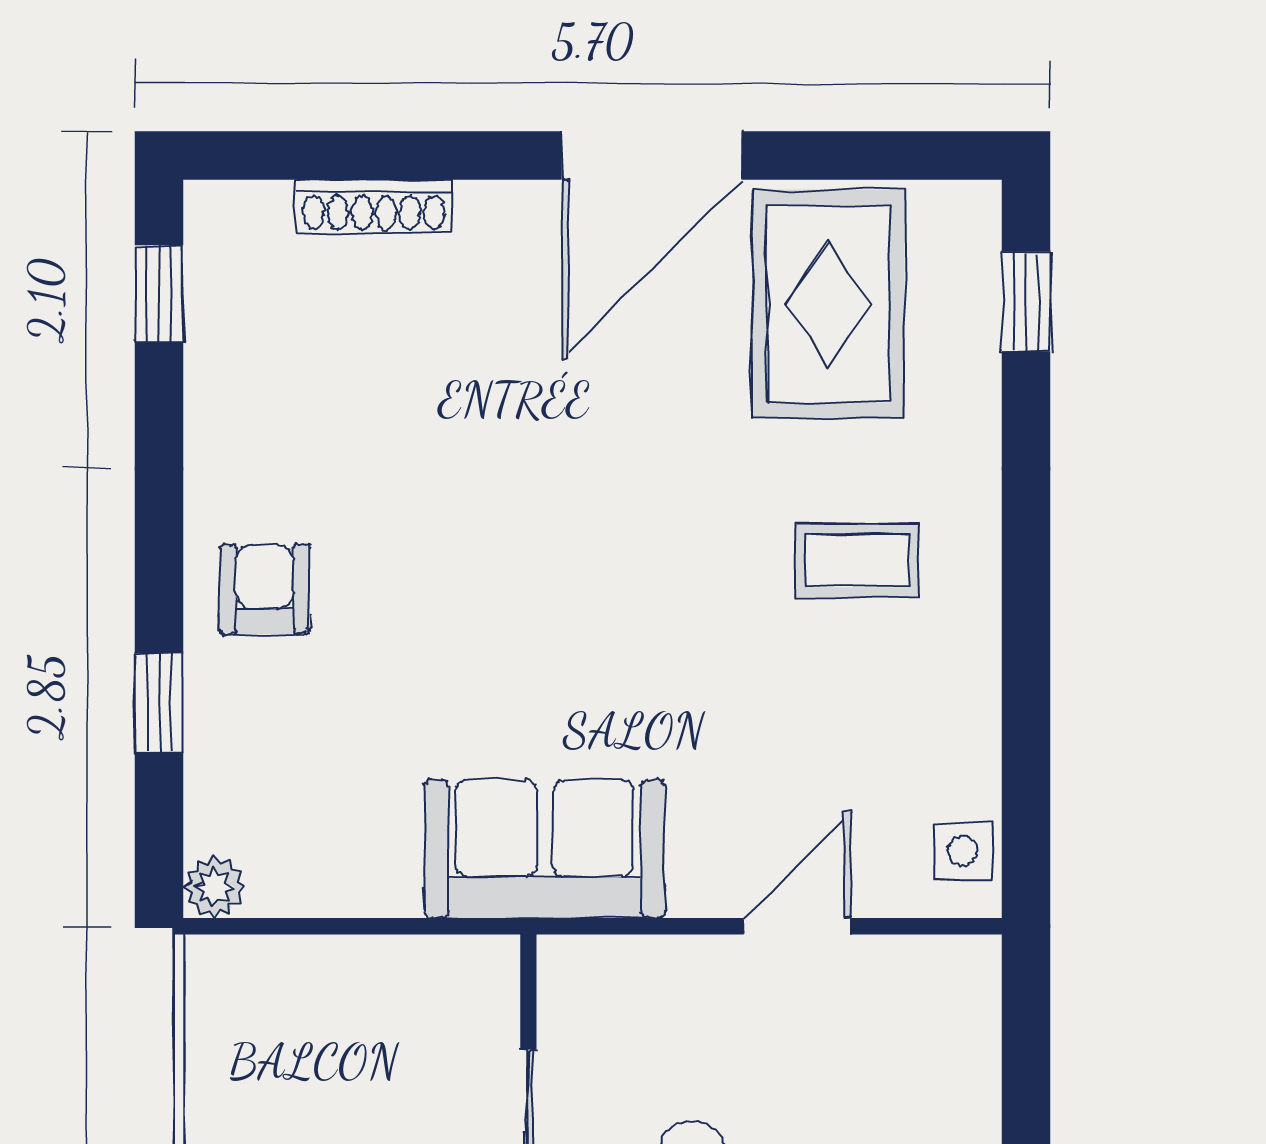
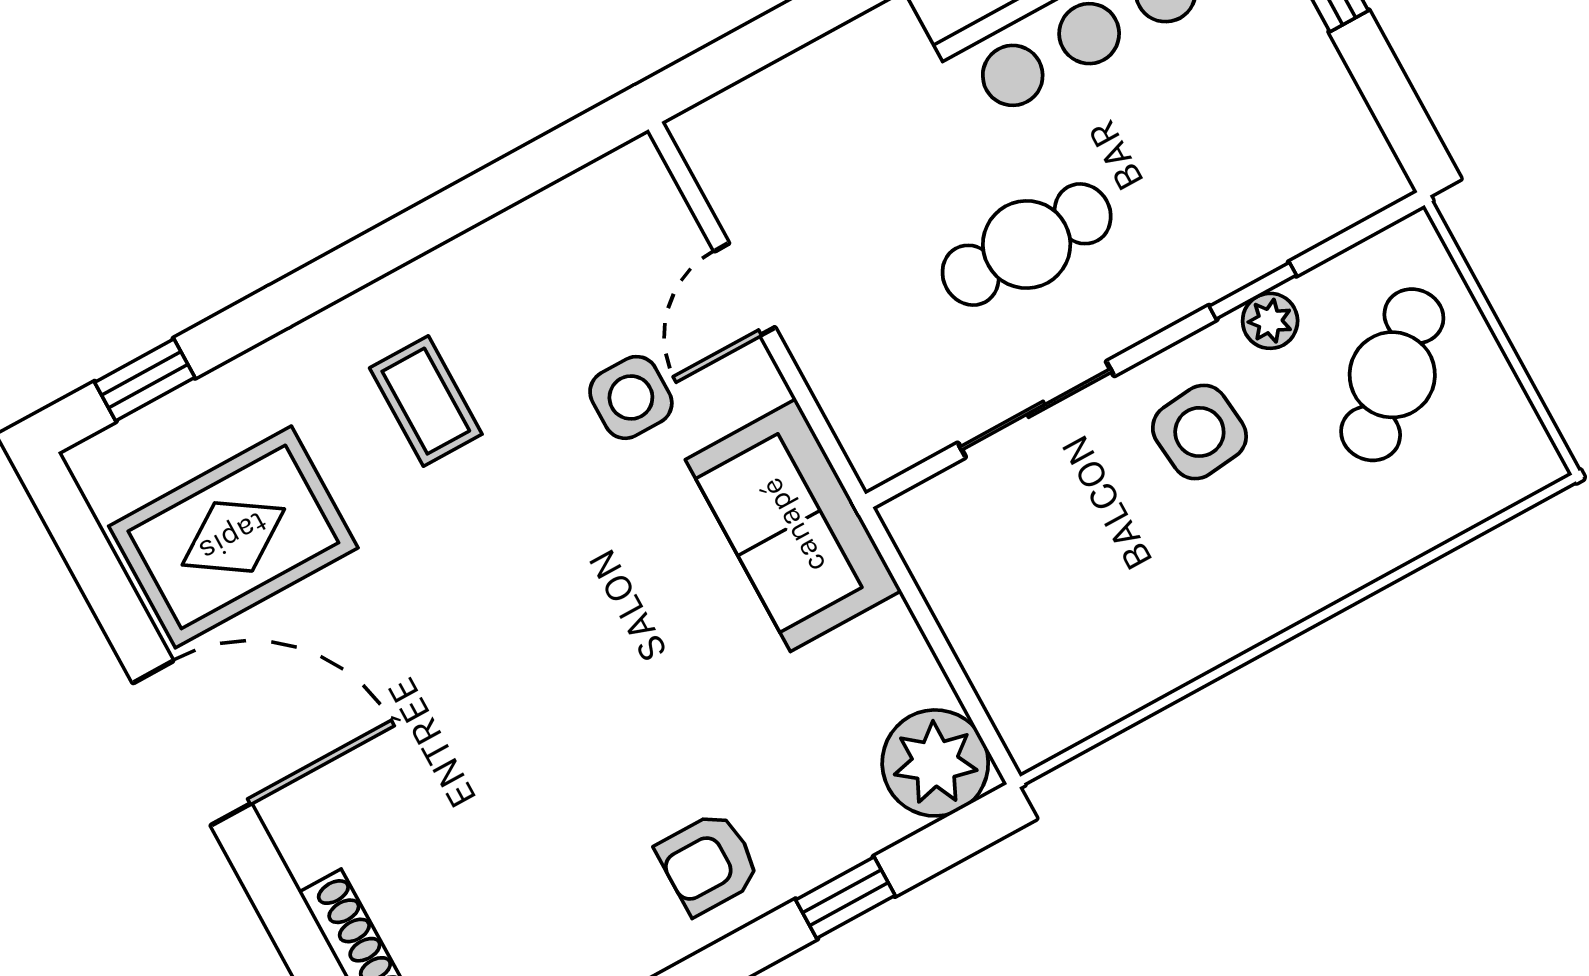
side table: (963, 851) -> (631, 397), moved, width x1.37, depth x1.37
plant: (214, 887) -> (935, 763), width x1.88, depth x1.88
door: (797, 926) -> (745, 289), hinge flipped

